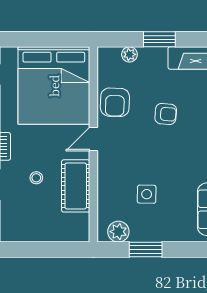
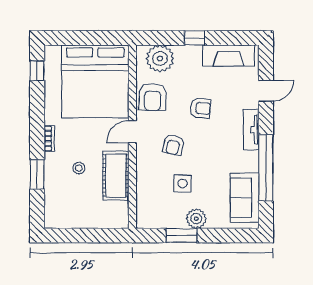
window: (159, 39) -> (194, 38), width x0.67
plant: (129, 54) -> (160, 59), width x1.88, depth x1.88
armchair: (137, 153) -> (173, 145), added
plant: (118, 232) -> (196, 219), moved

